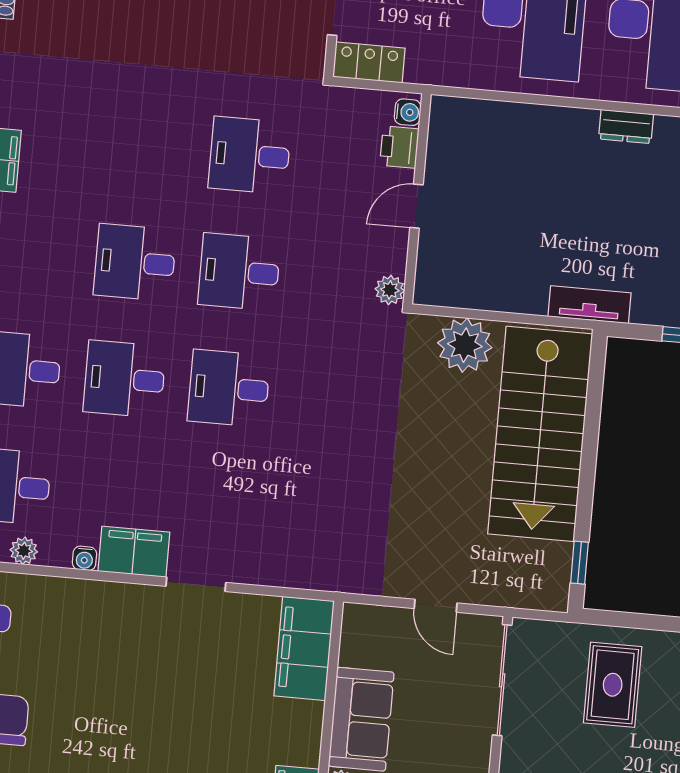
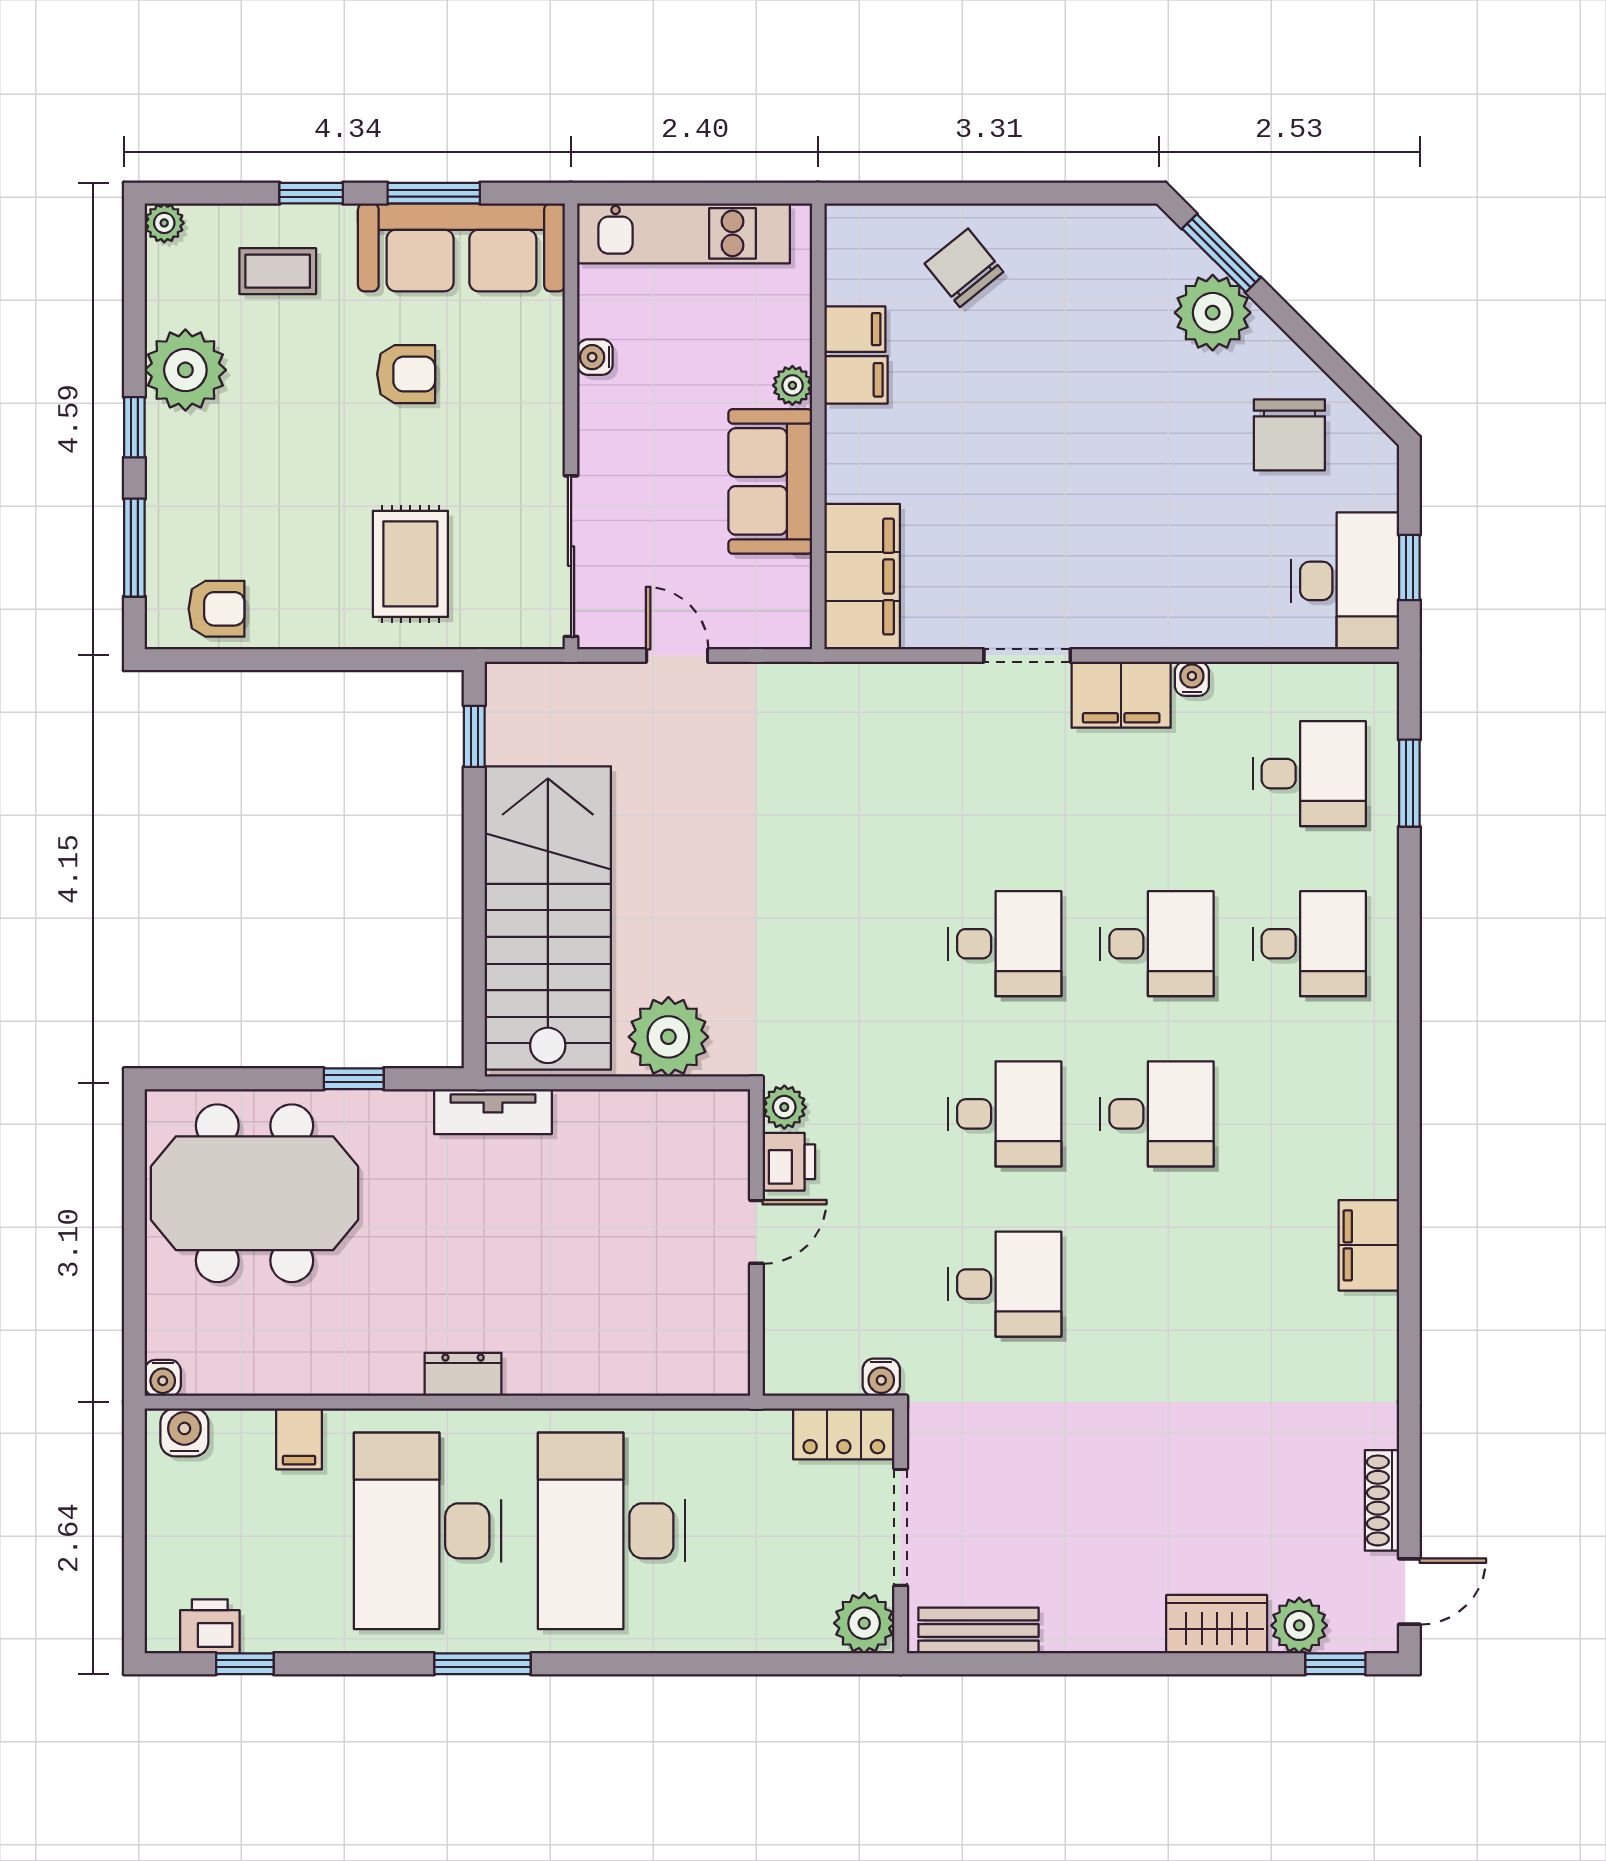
water cooler: (408, 112) -> (881, 1377), moved, turned -90
printer: (399, 147) -> (789, 1162), moved
plant: (24, 551) -> (1281, 682), removed

